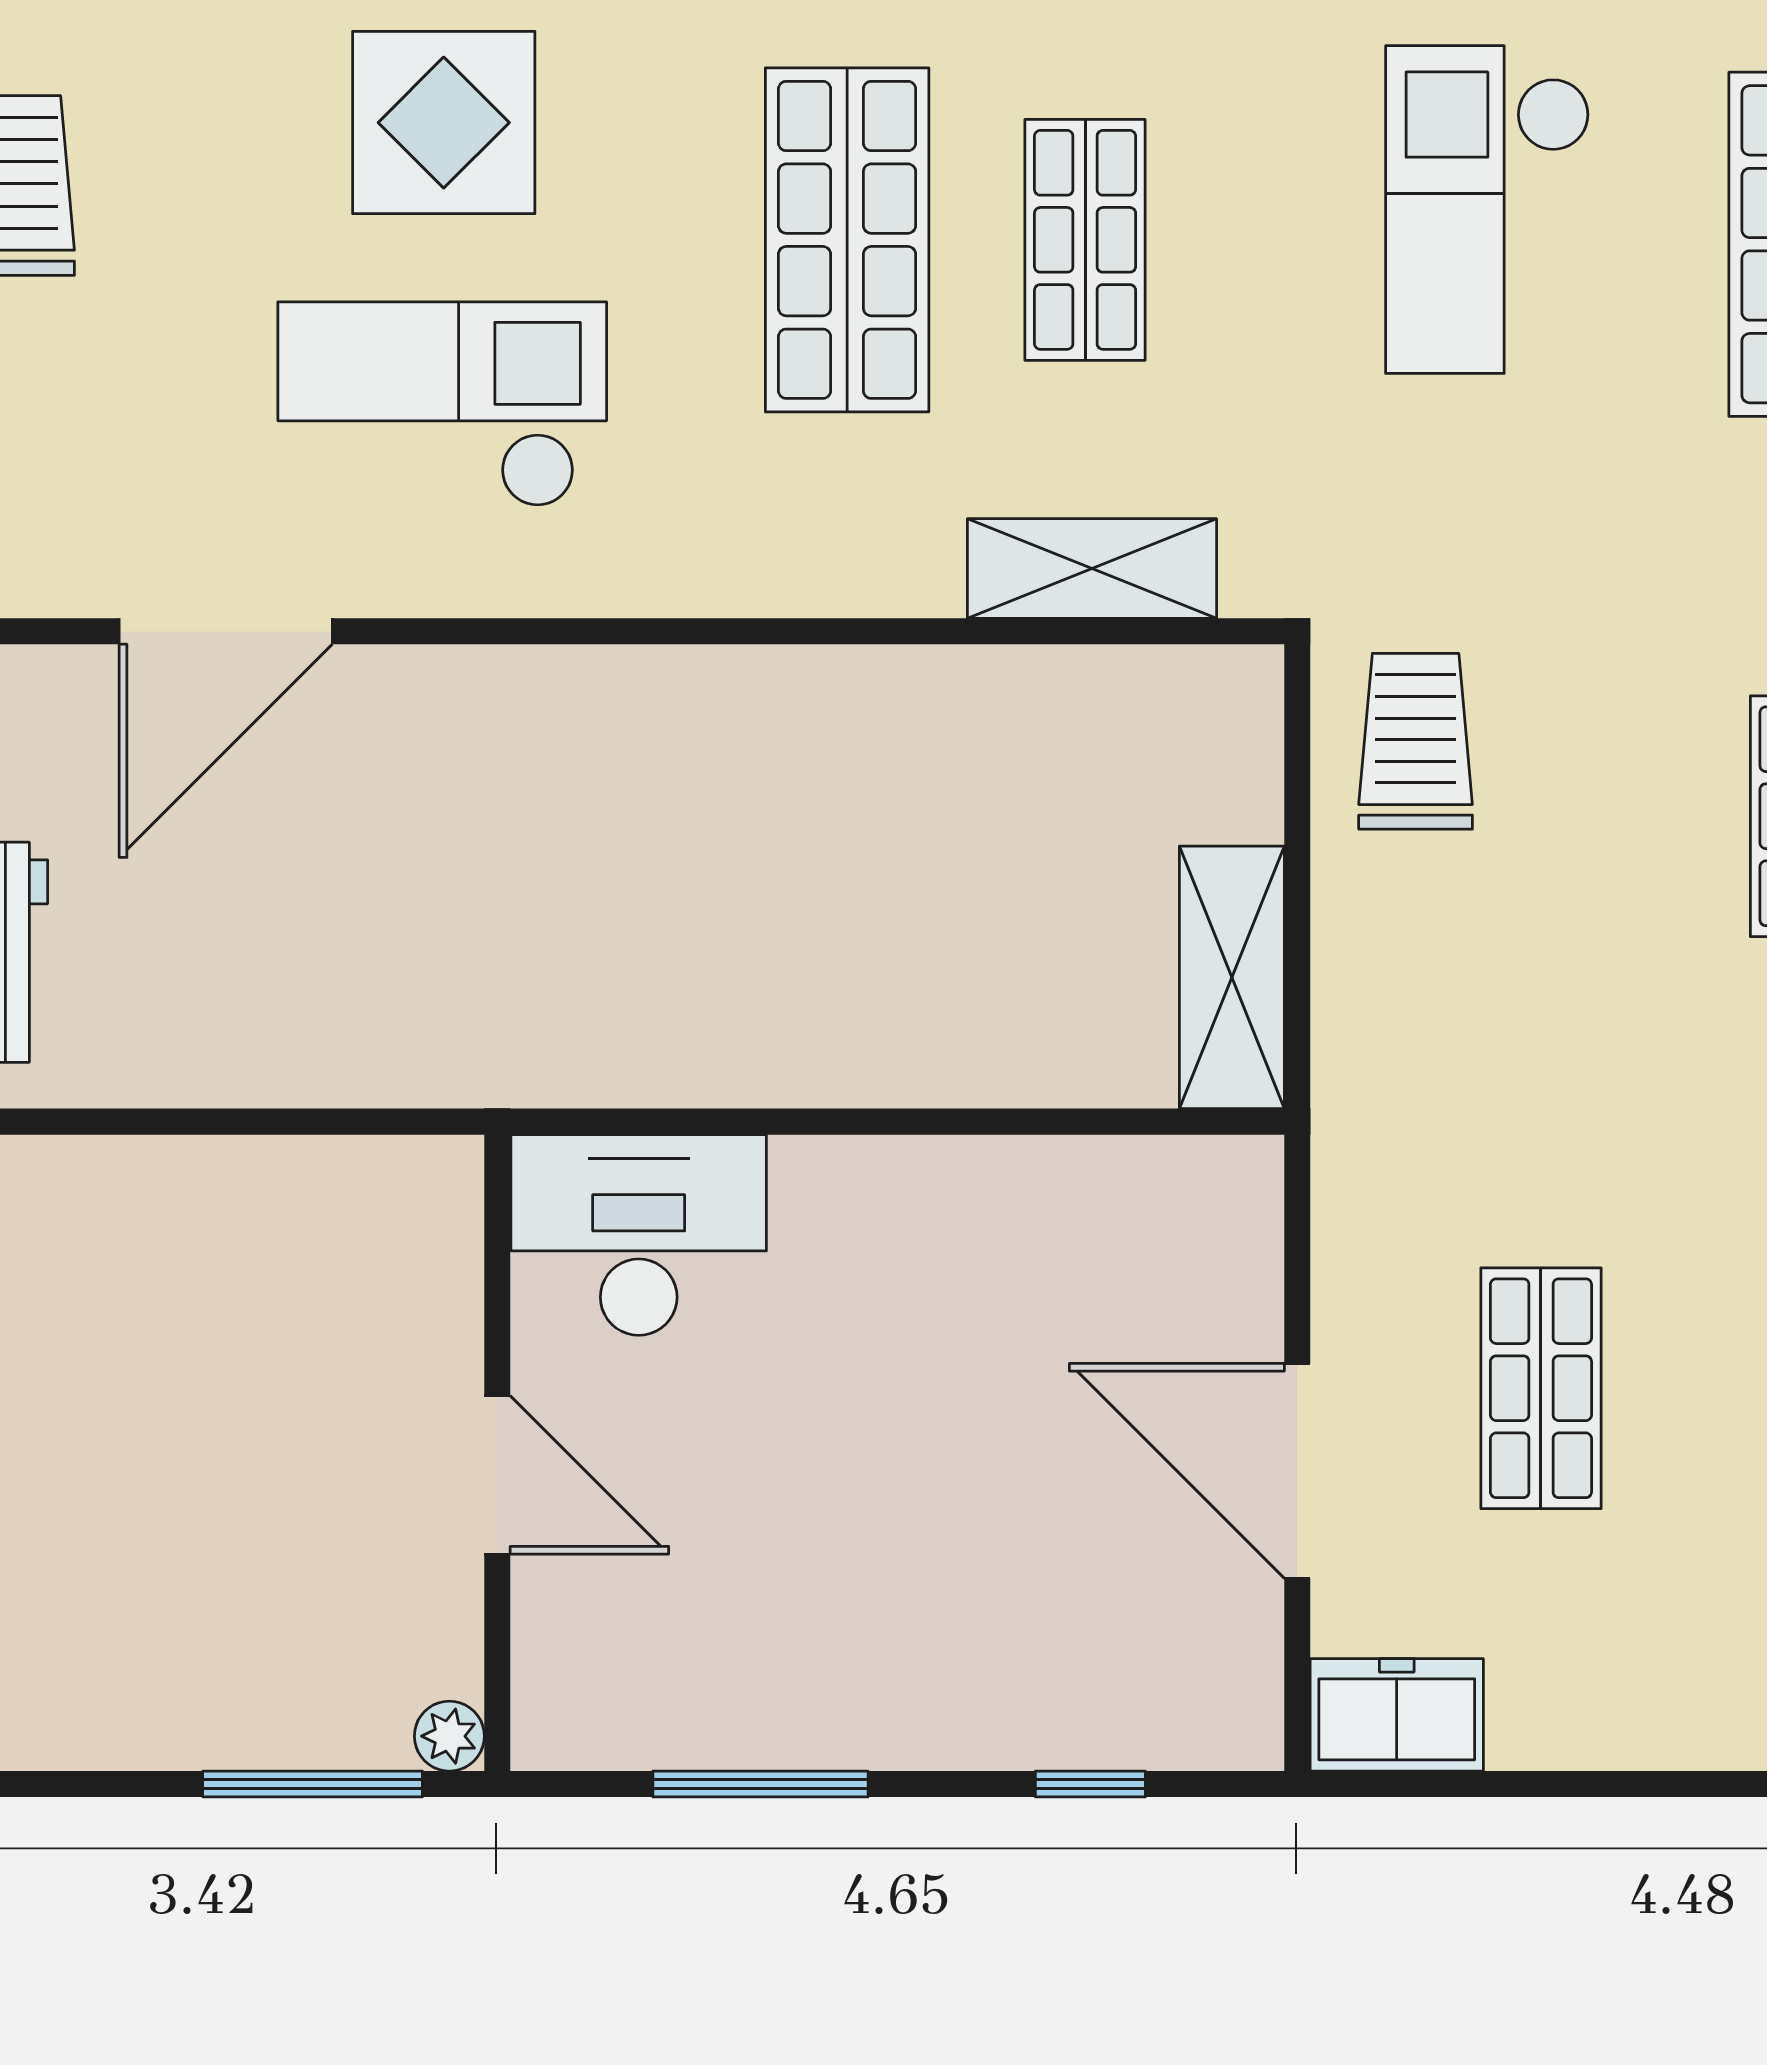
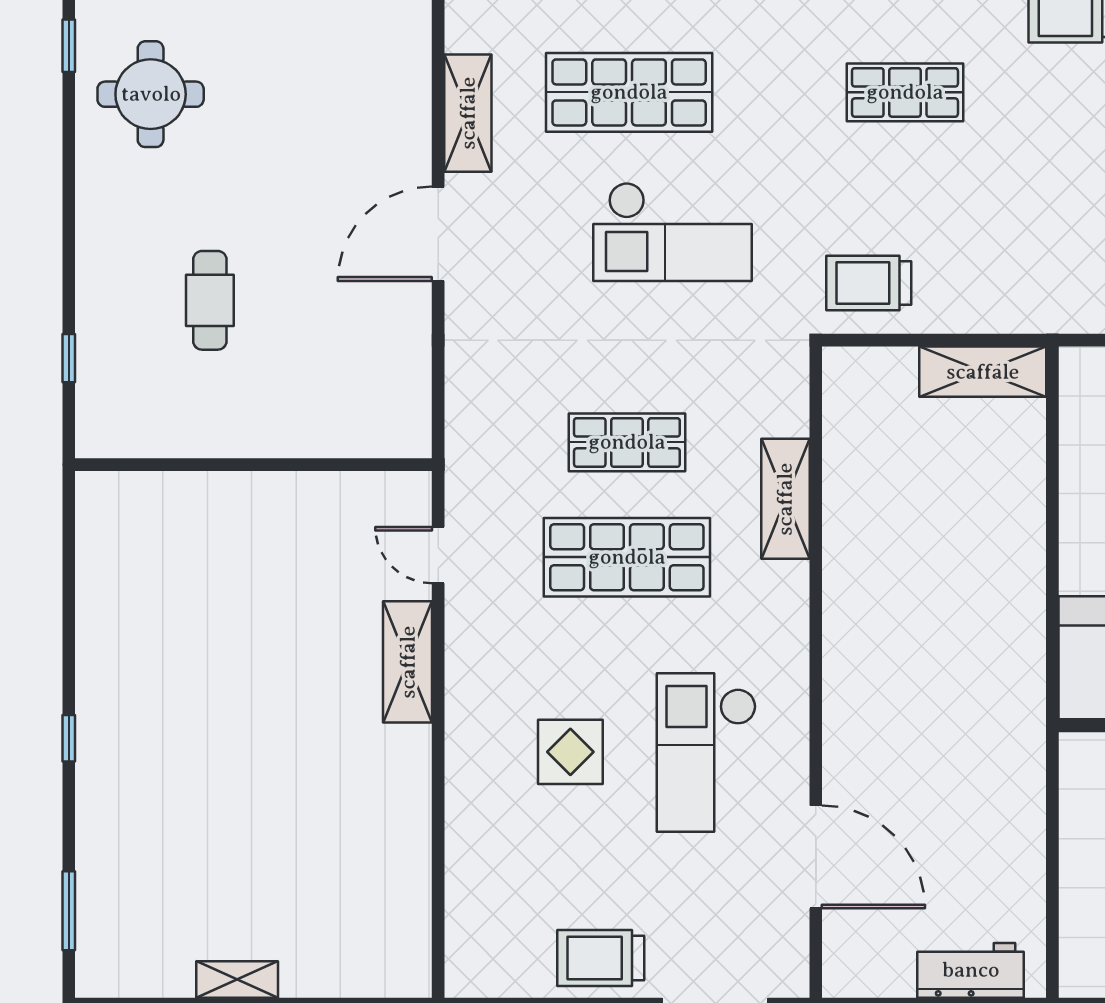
display table: (444, 123) -> (570, 752), width x0.73, depth x0.73
checkout: (1488, 210) -> (673, 232), moved
shelving: (1092, 569) -> (785, 499), moved

